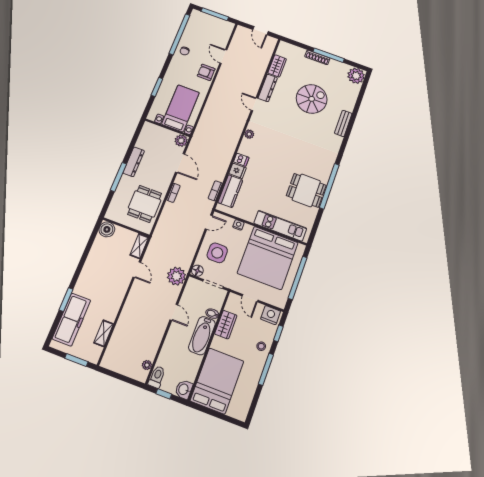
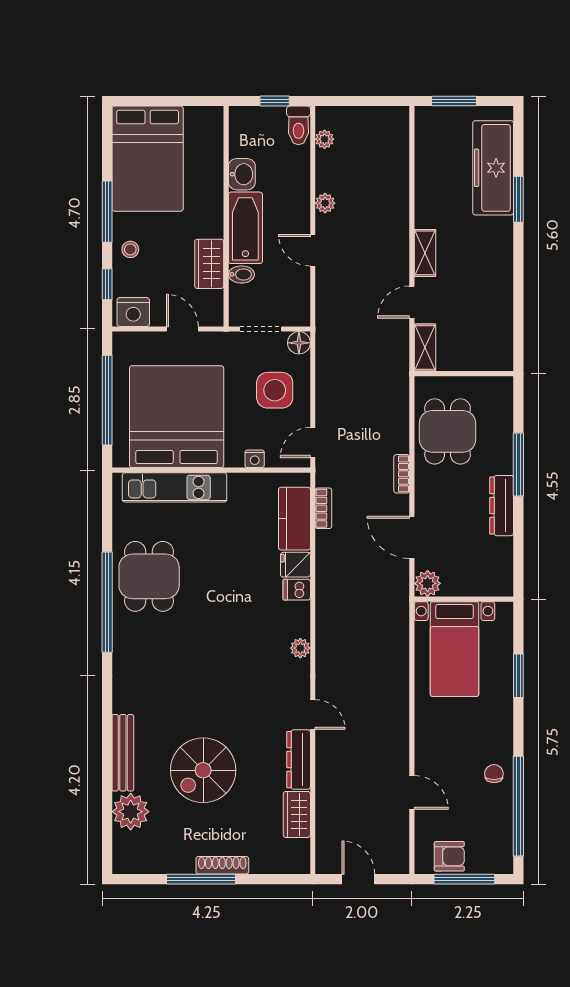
armchair: (206, 72) -> (449, 856), moved
plant: (356, 76) -> (131, 812), moved
bench: (343, 123) -> (123, 753), width x1.36
dining table: (306, 190) -> (149, 576), turned 90
boiler: (107, 229) -> (498, 356), removed
door: (137, 270) -> (412, 302), hinge flipped
plant: (176, 276) -> (325, 203), moved, width x0.53, depth x0.53
shelving: (104, 333) -> (425, 253), moved
bed: (217, 381) -> (148, 159), moved
washbasin: (184, 389) -> (242, 174), moved

